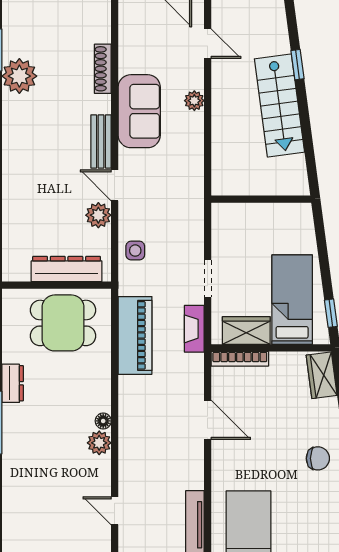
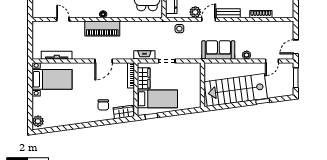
stairs: (279, 106) -> (236, 90), width x1.36, depth x1.51
sofa: (139, 111) -> (218, 50), moved, turned 180
piano: (135, 335) -> (102, 28), moved
plant: (99, 443) -> (93, 12), removed
chair: (318, 458) -> (103, 105), moved
door: (115, 511) -> (63, 19), hinge flipped

